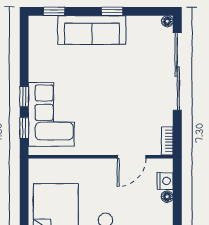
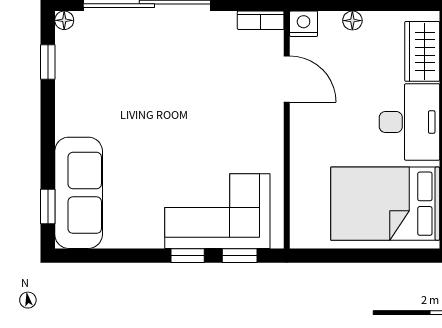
window: (112, 11) -> (48, 62), moved
sofa: (92, 30) -> (79, 193), moved
nightstand: (165, 181) -> (304, 24), moved

